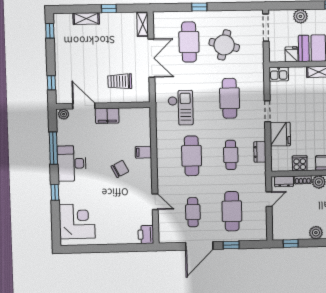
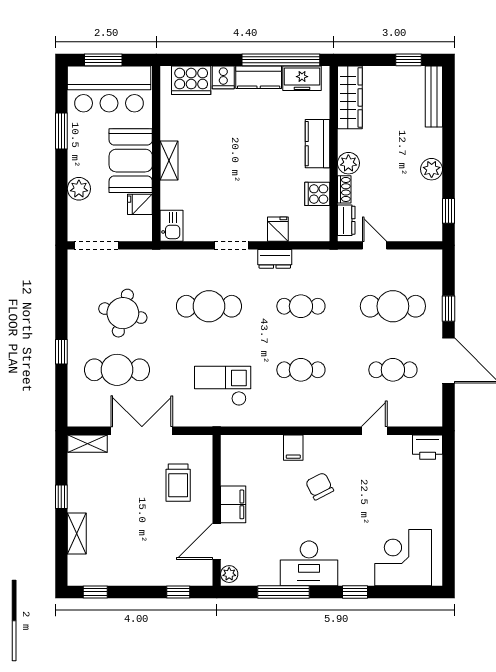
fridge: (280, 134) -> (278, 229), width x0.53, depth x0.75
dresser: (260, 152) -> (275, 259), moved
cafe table: (192, 156) -> (301, 370), width x0.73, depth x0.74

